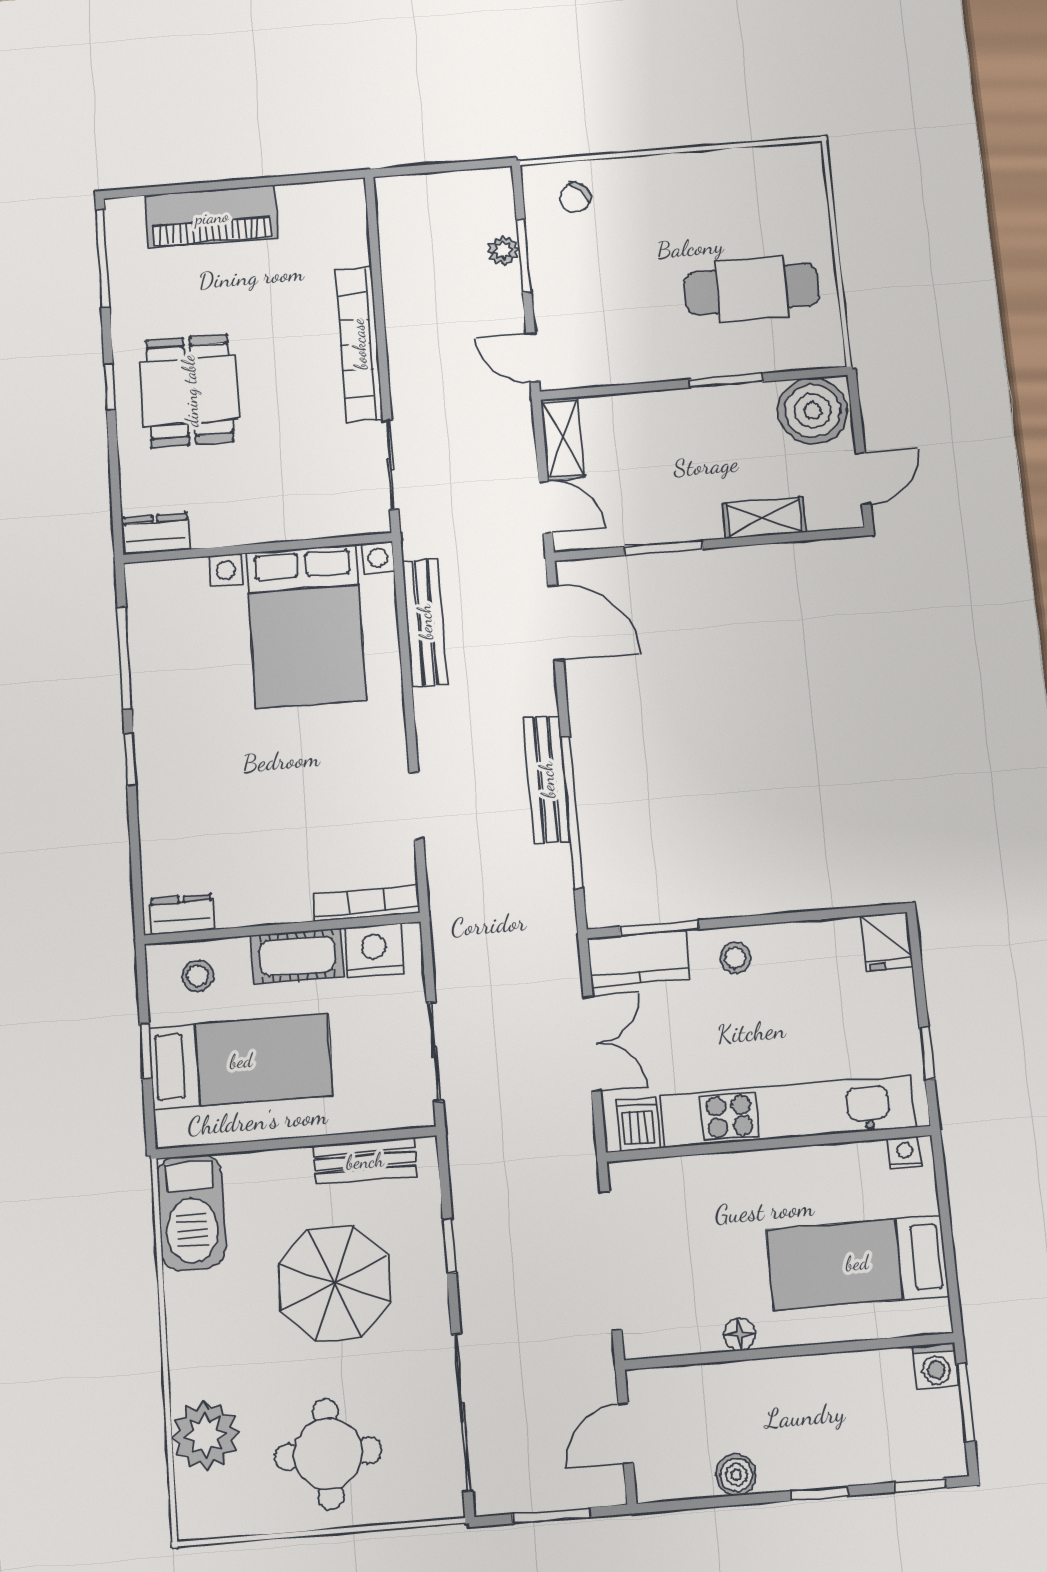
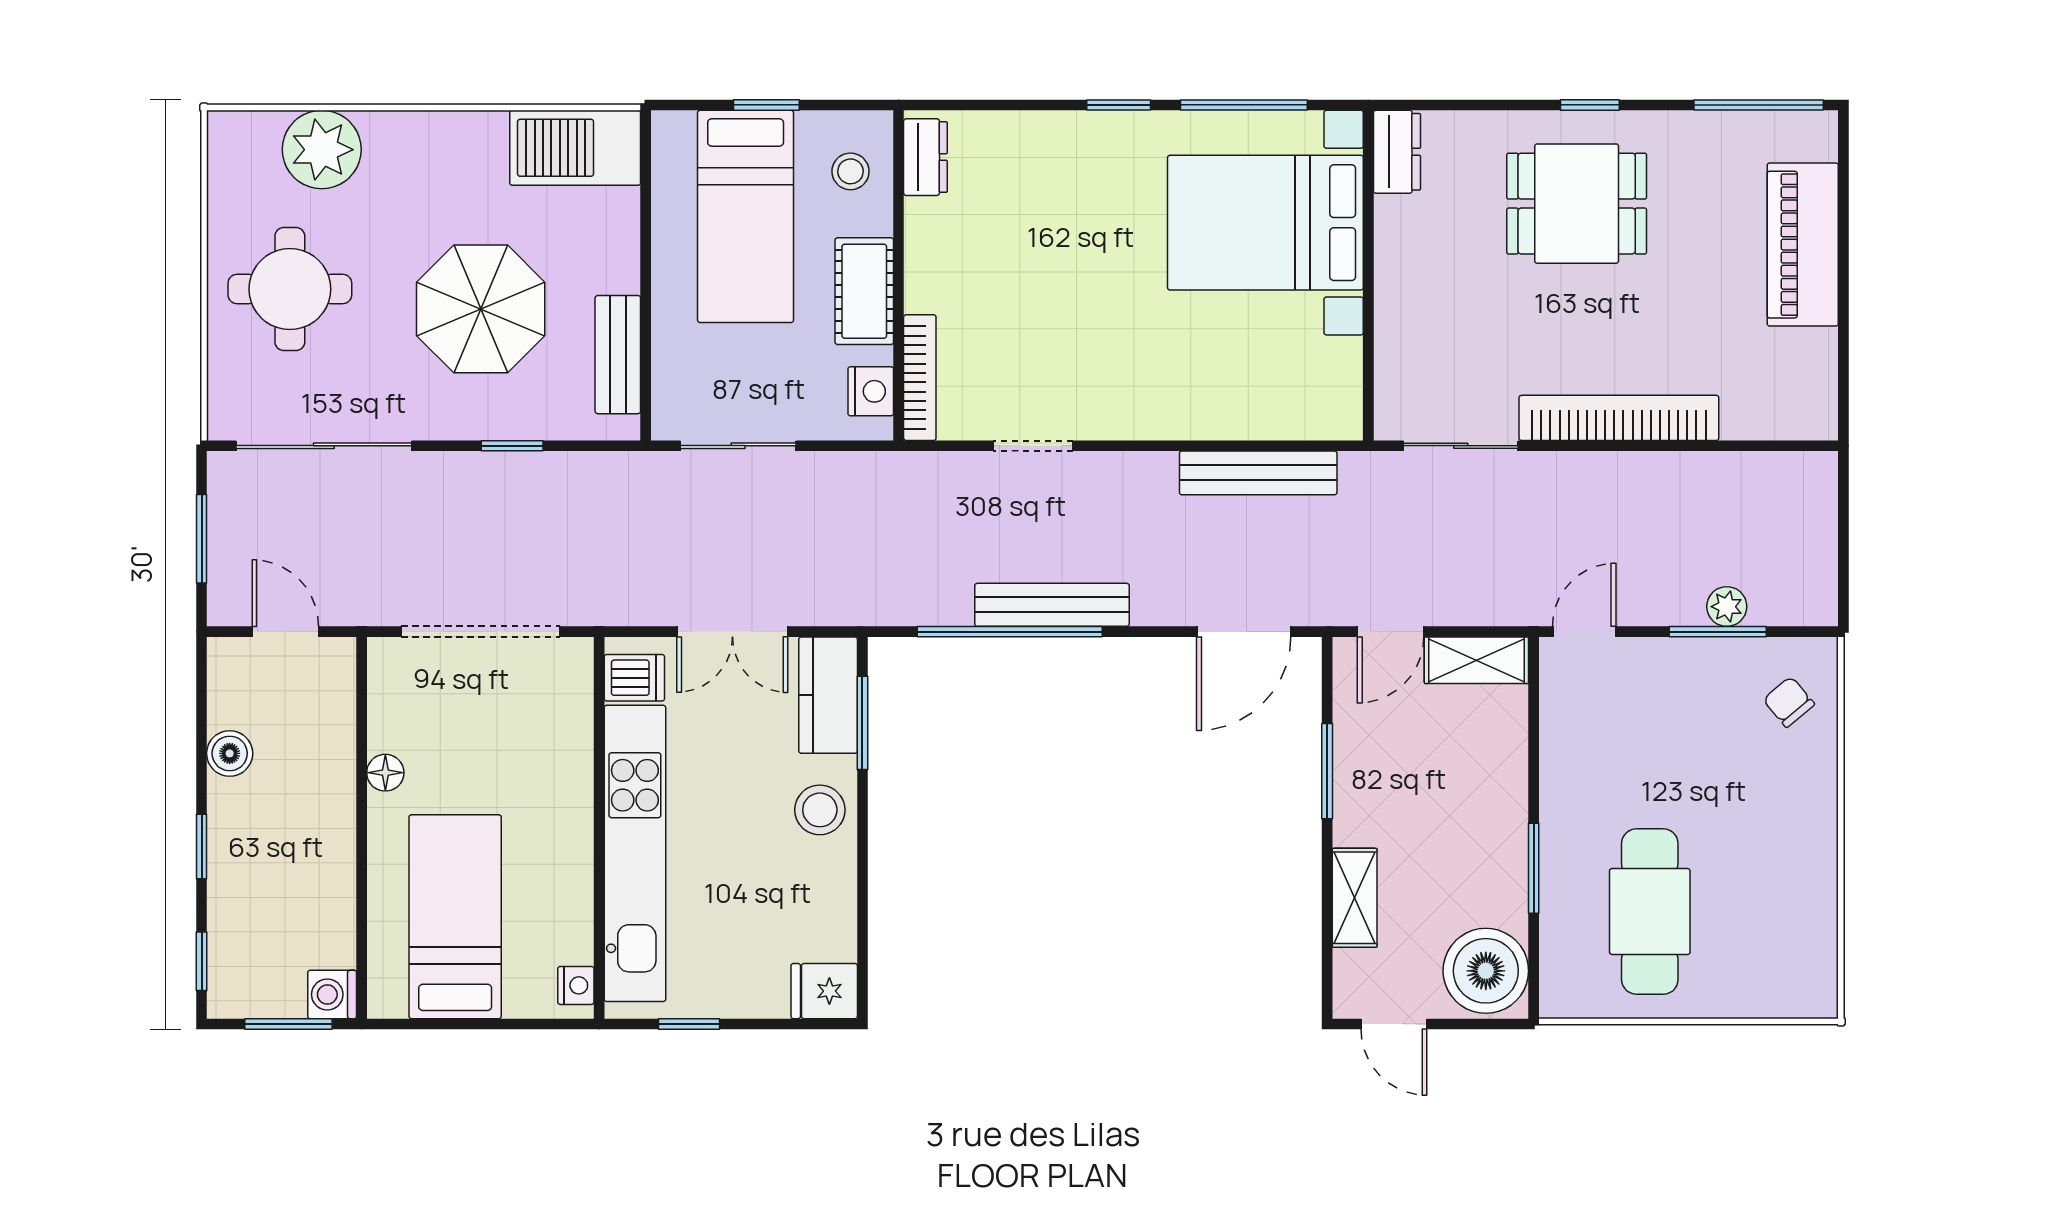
bed with nightstands: (306, 626) -> (1265, 223), moved
nightstand: (374, 951) -> (871, 391), width x0.74, depth x0.75
stool: (735, 958) -> (820, 810), width x1.37, depth x1.37

